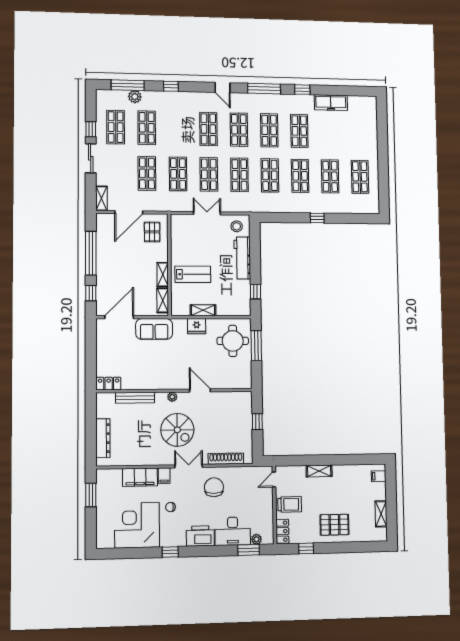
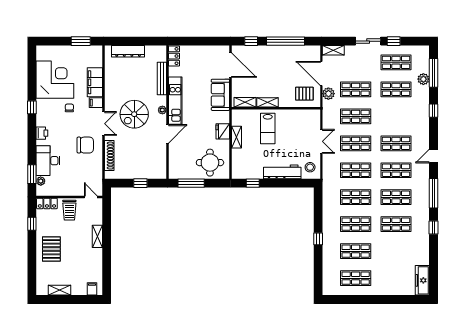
freezer: (331, 103) -> (422, 280), moved
plant: (152, 204) -> (328, 94), added
window: (256, 346) -> (191, 183), moved
kitchen unit: (161, 382) -> (175, 101), added
printer: (200, 536) -> (42, 133), width x0.53, depth x0.68

